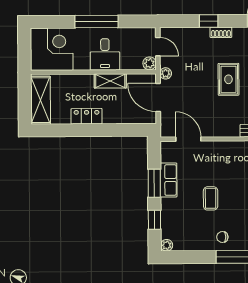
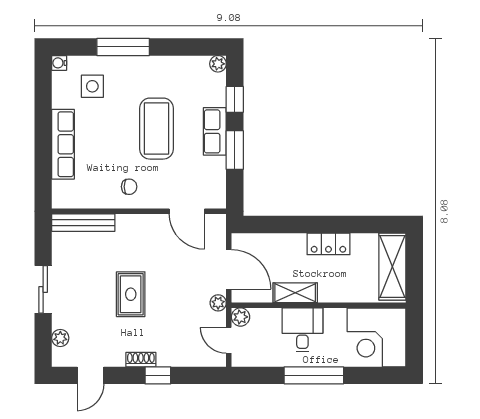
row of seats: (169, 180) -> (215, 131), moved
coffee table: (211, 198) -> (156, 129), width x1.86, depth x1.72
chair: (222, 237) -> (129, 187), moved

